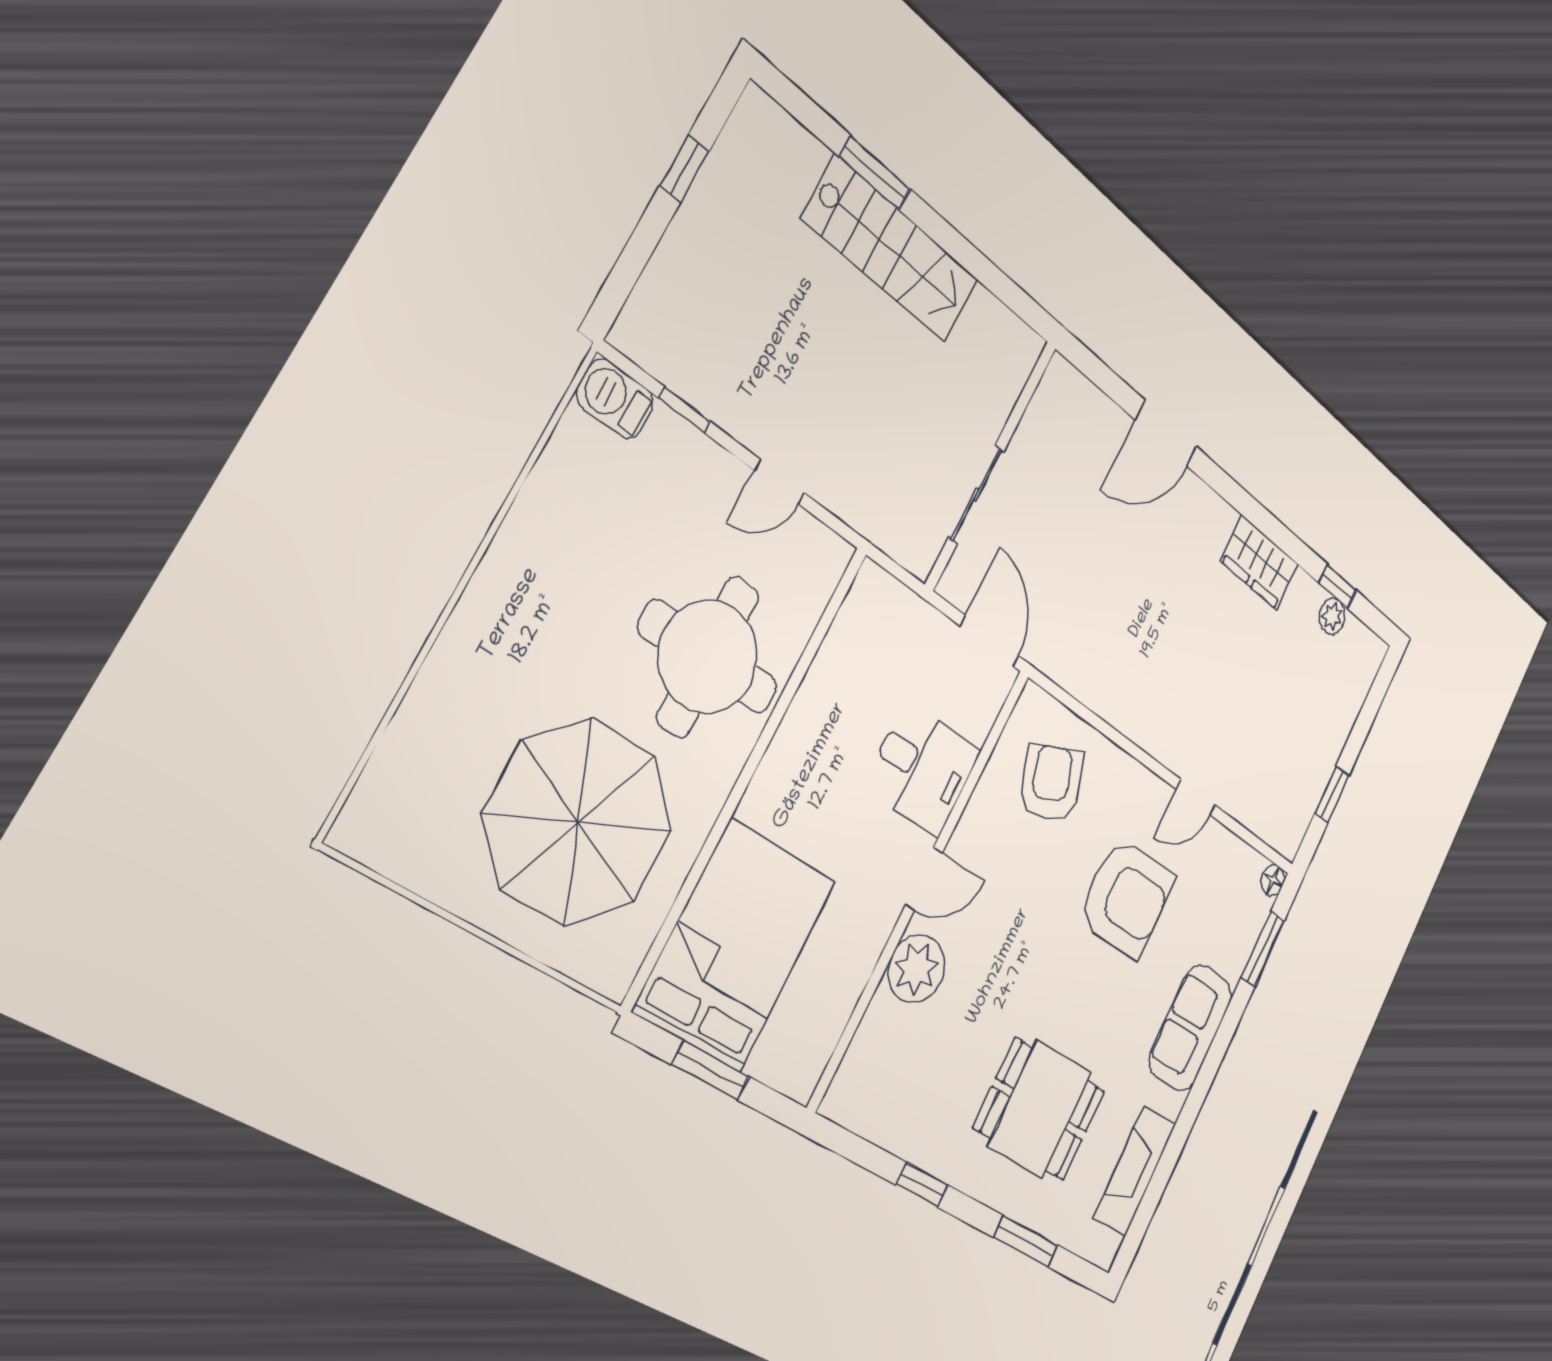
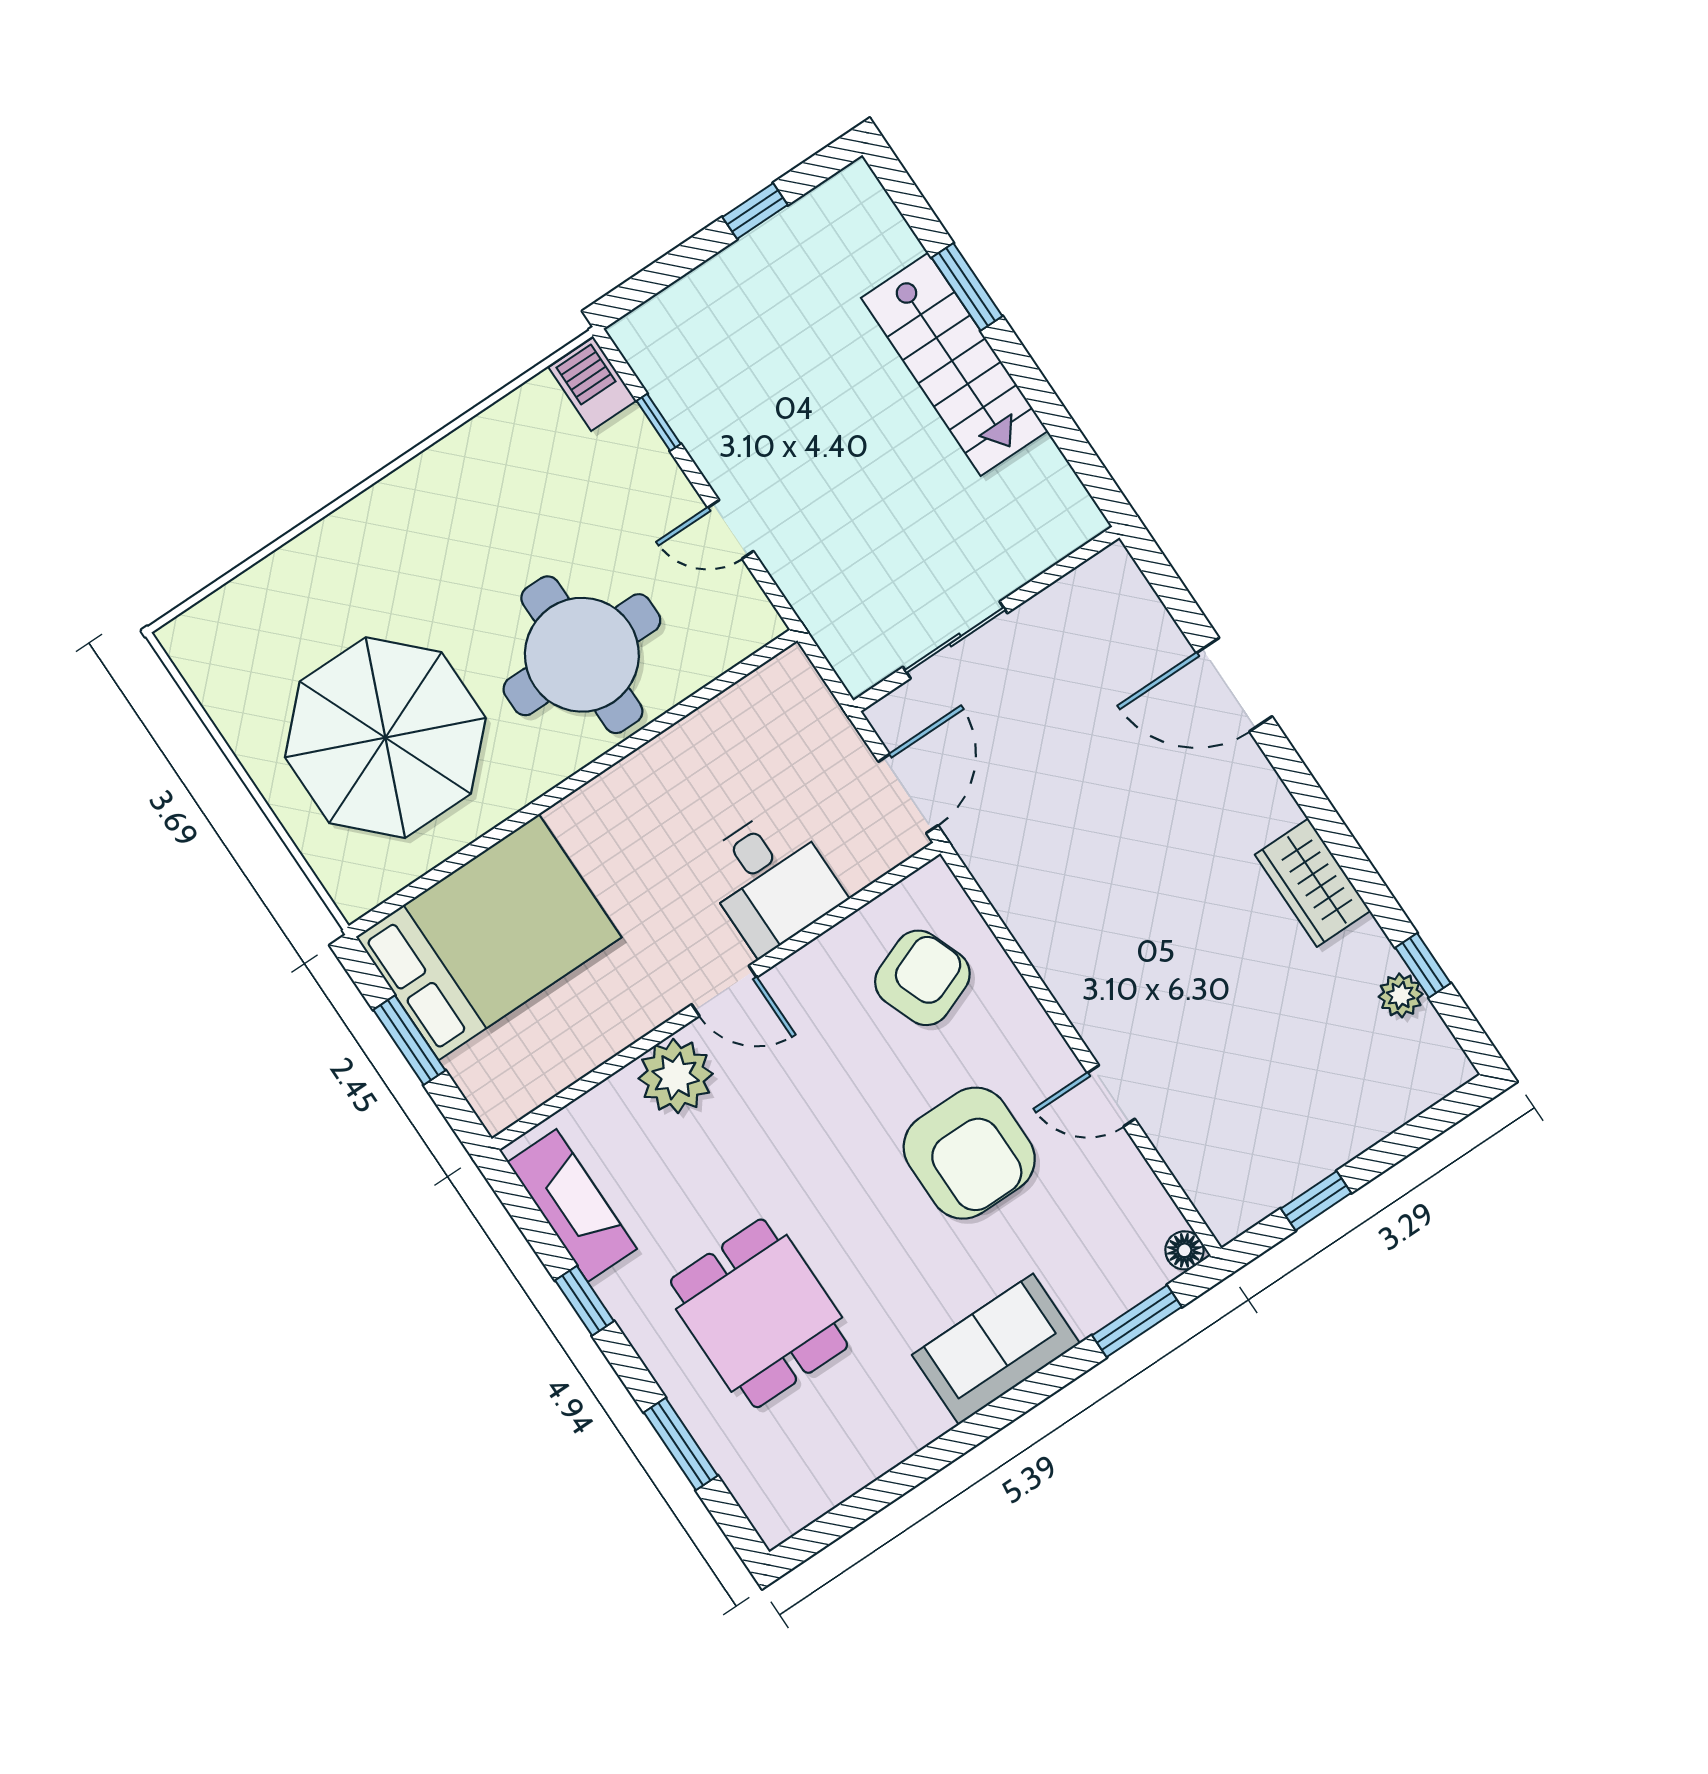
fireplace: (1135, 1171) -> (572, 1205), moved, turned 90

